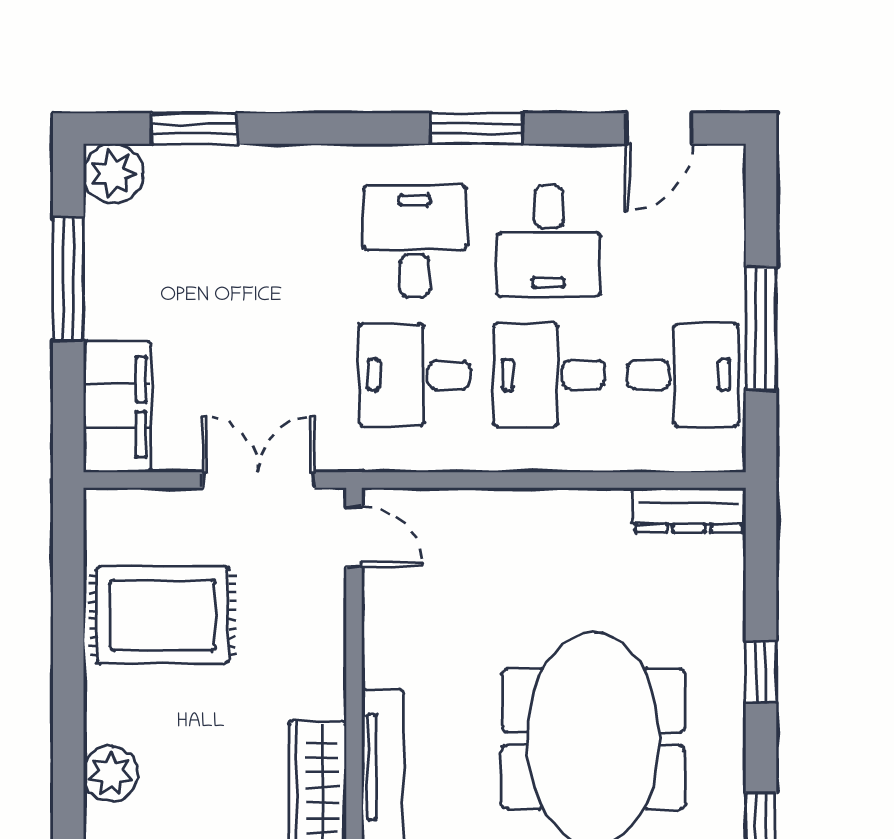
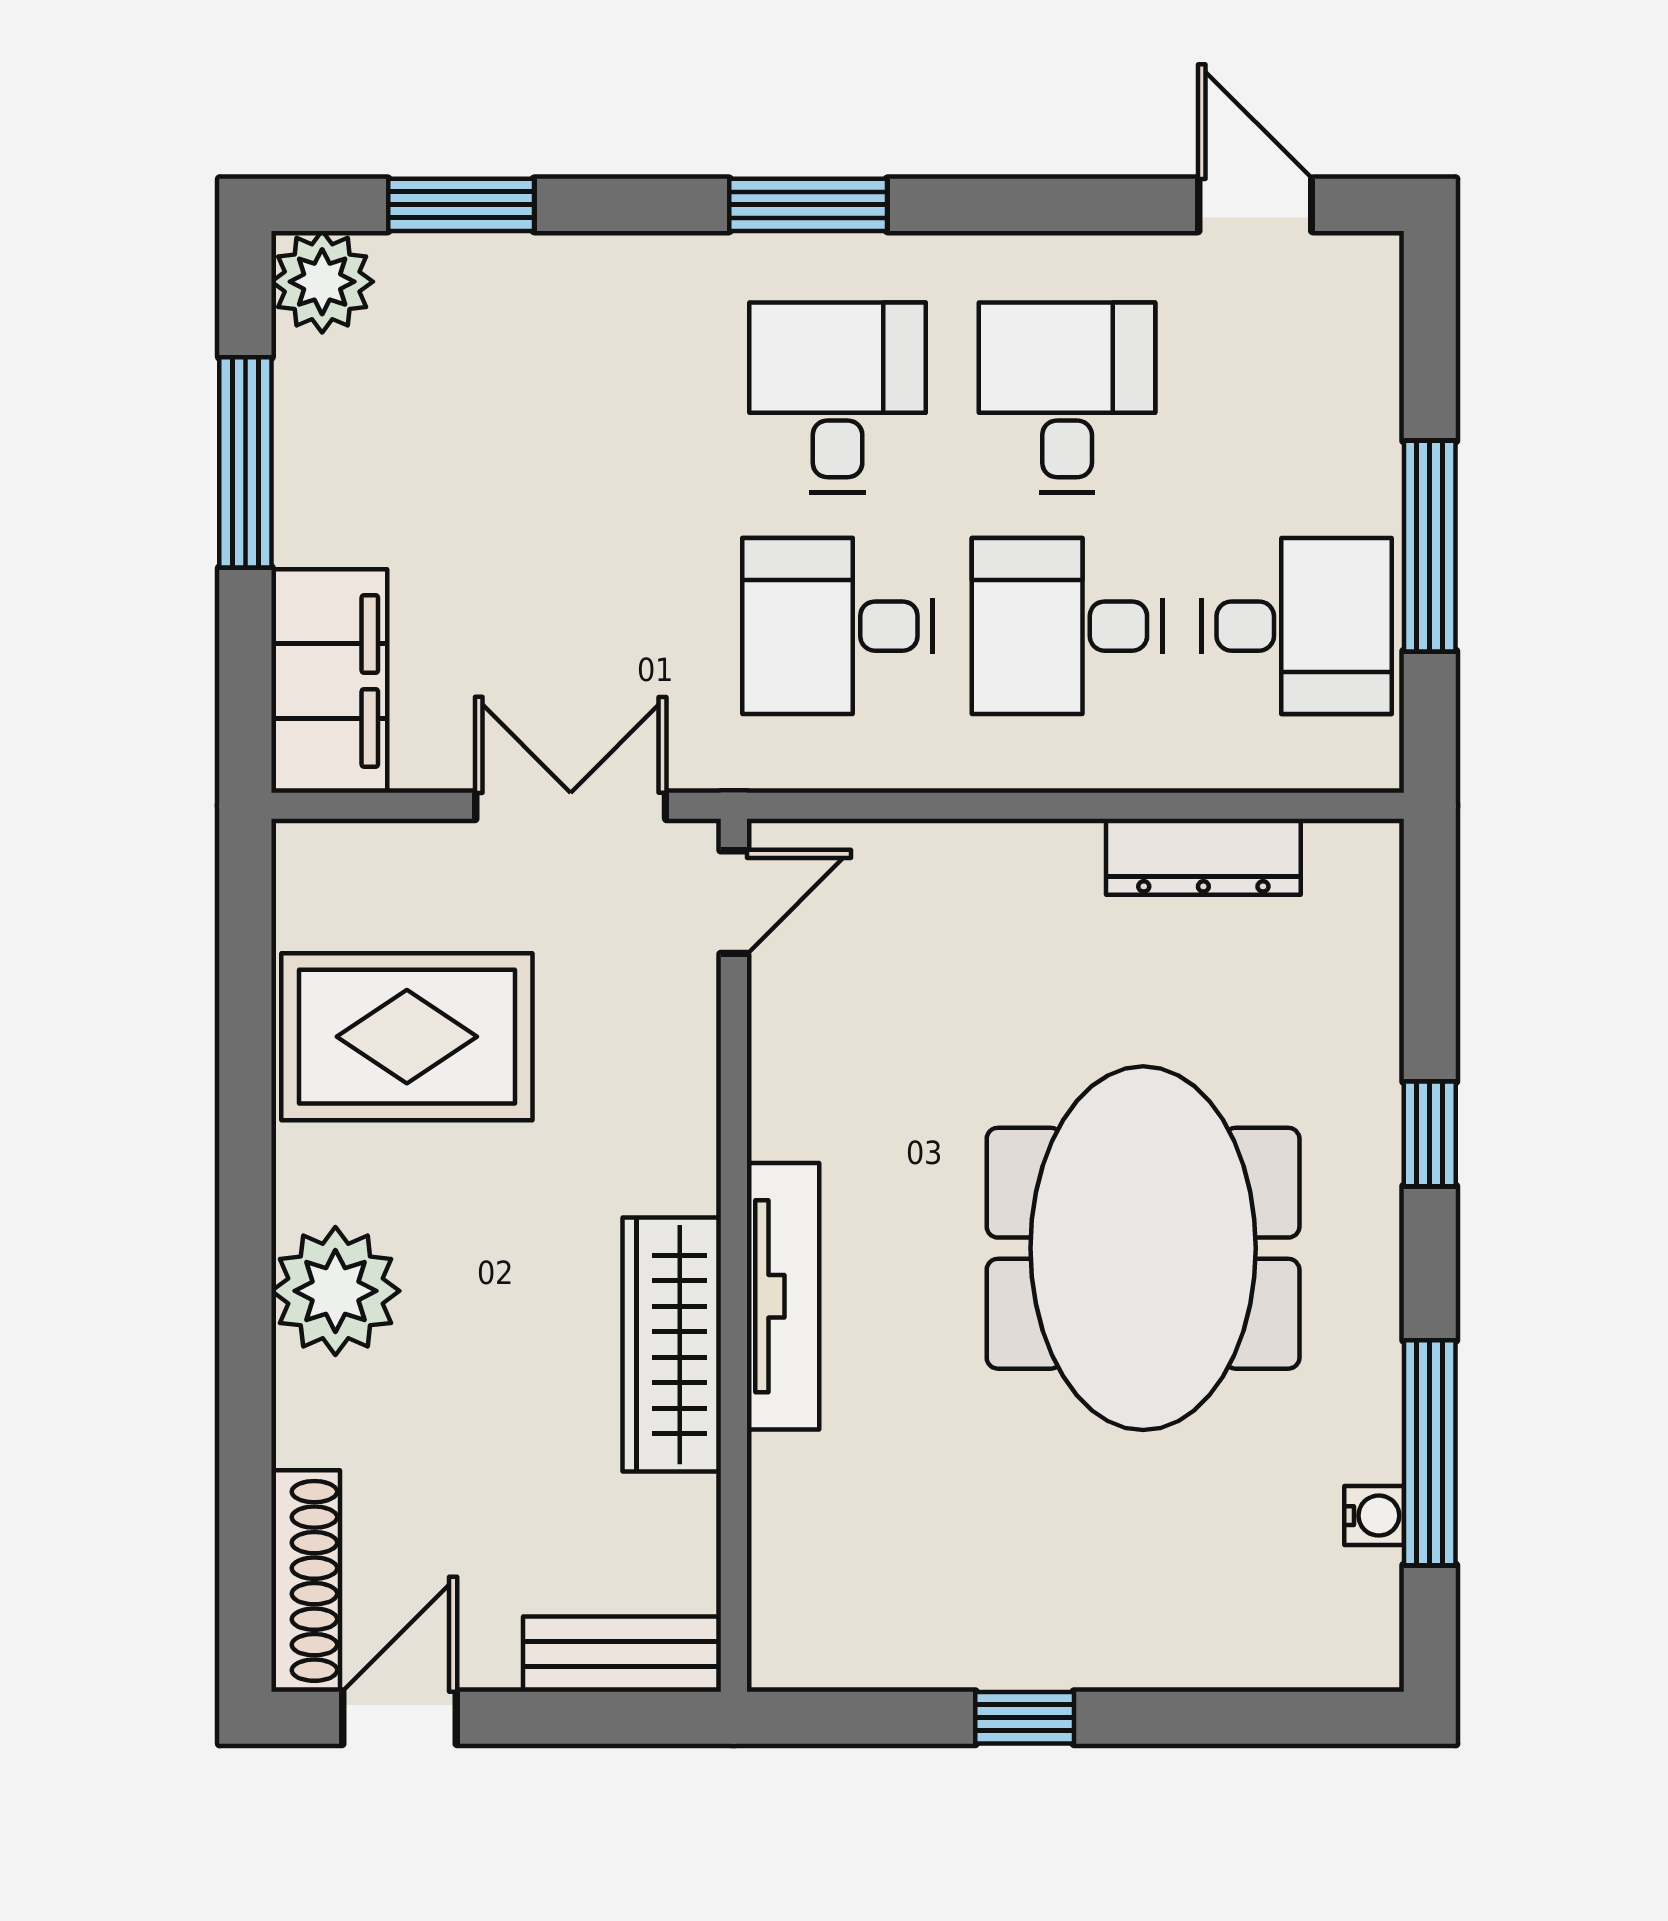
window: (477, 129) -> (808, 205), moved
door: (659, 129) -> (1255, 205), swing flipped
desk: (549, 241) -> (1067, 398), turned 180
dresser: (689, 510) -> (1203, 857), moved
door: (354, 536) -> (734, 902), hinge flipped
plant: (111, 774) -> (335, 1291), width x1.36, depth x1.36

